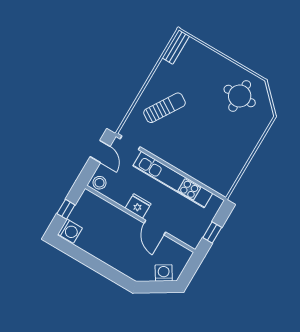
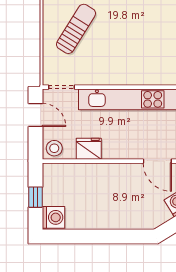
fridge: (138, 206) -> (89, 149), moved
door: (155, 228) -> (157, 161), moved

